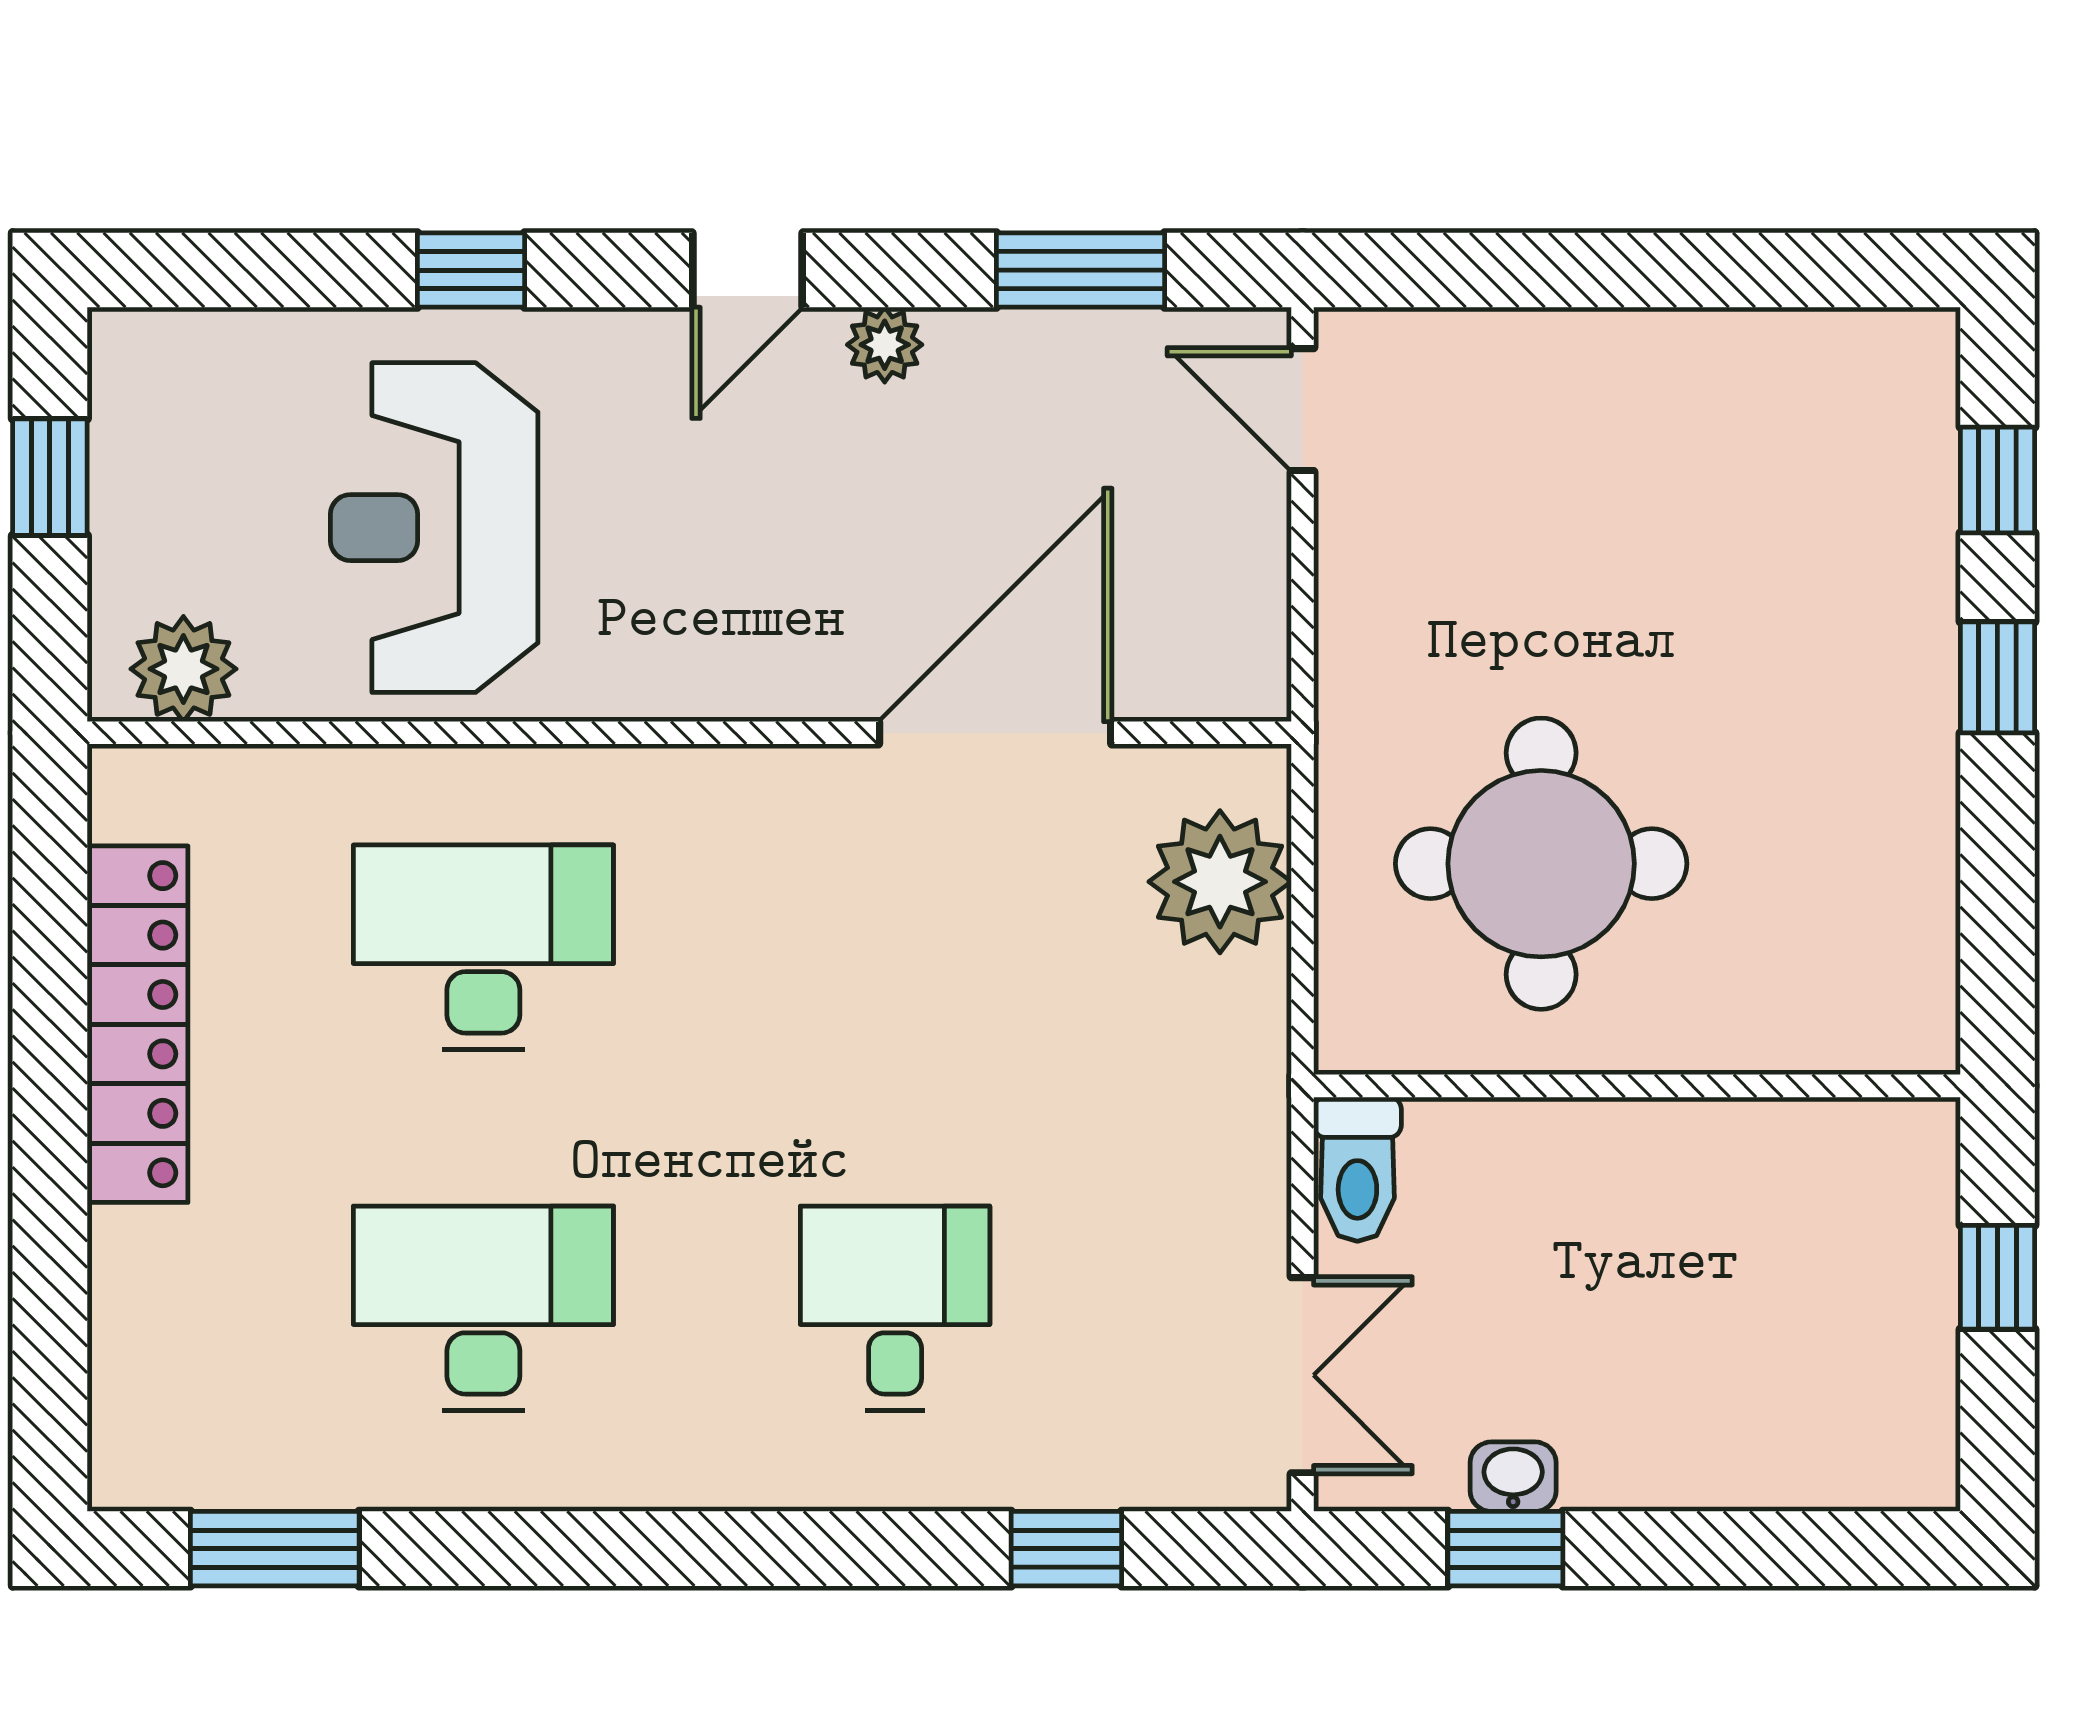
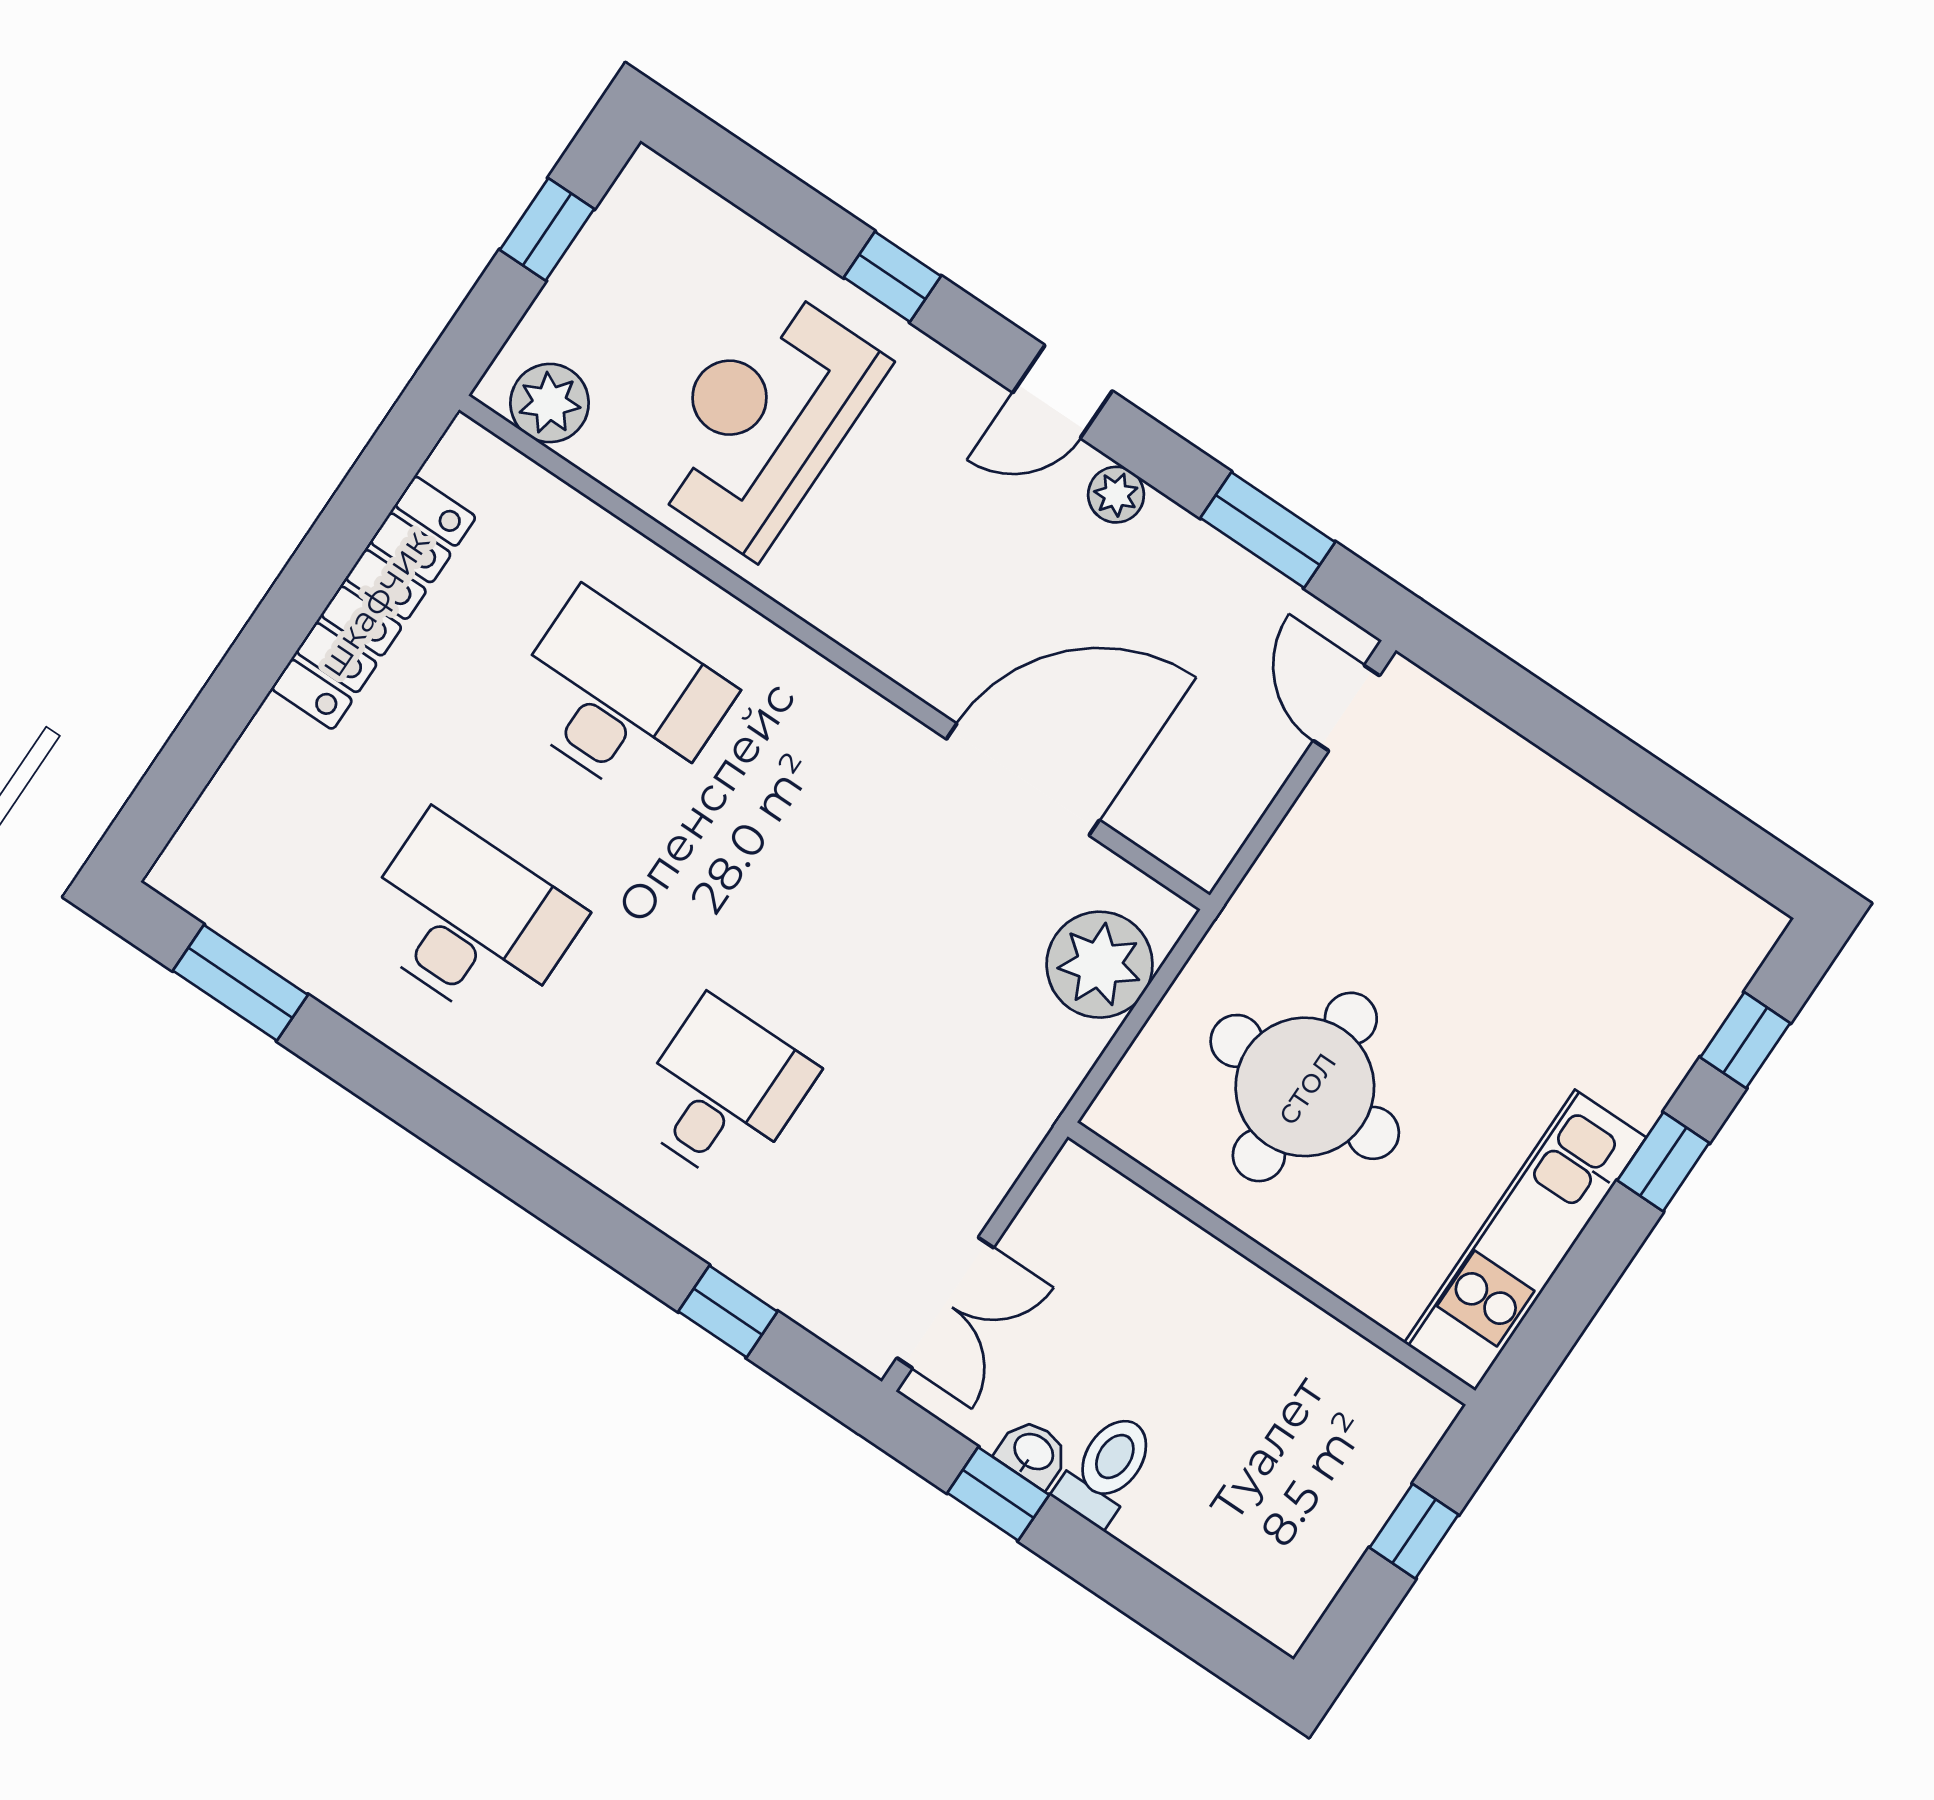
kitchen unit: (1902, 869) -> (1525, 1240), added
toilet: (1357, 1169) -> (1106, 1469), moved, turned 180

